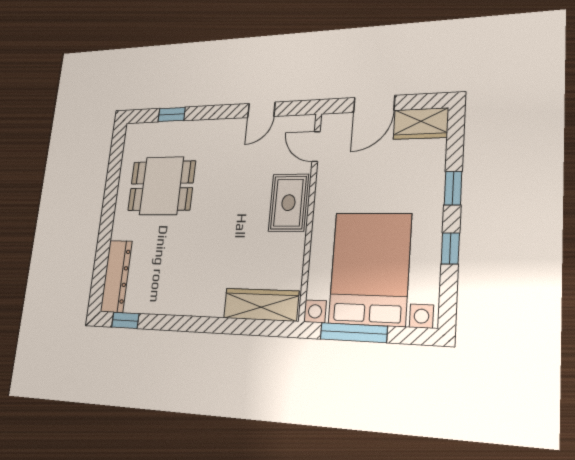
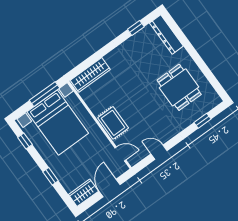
door: (261, 110) -> (159, 152), hinge flipped
dining table: (162, 186) -> (179, 87), turned 90
window: (450, 248) -> (25, 141), moved
window: (125, 320) -> (136, 28), moved

